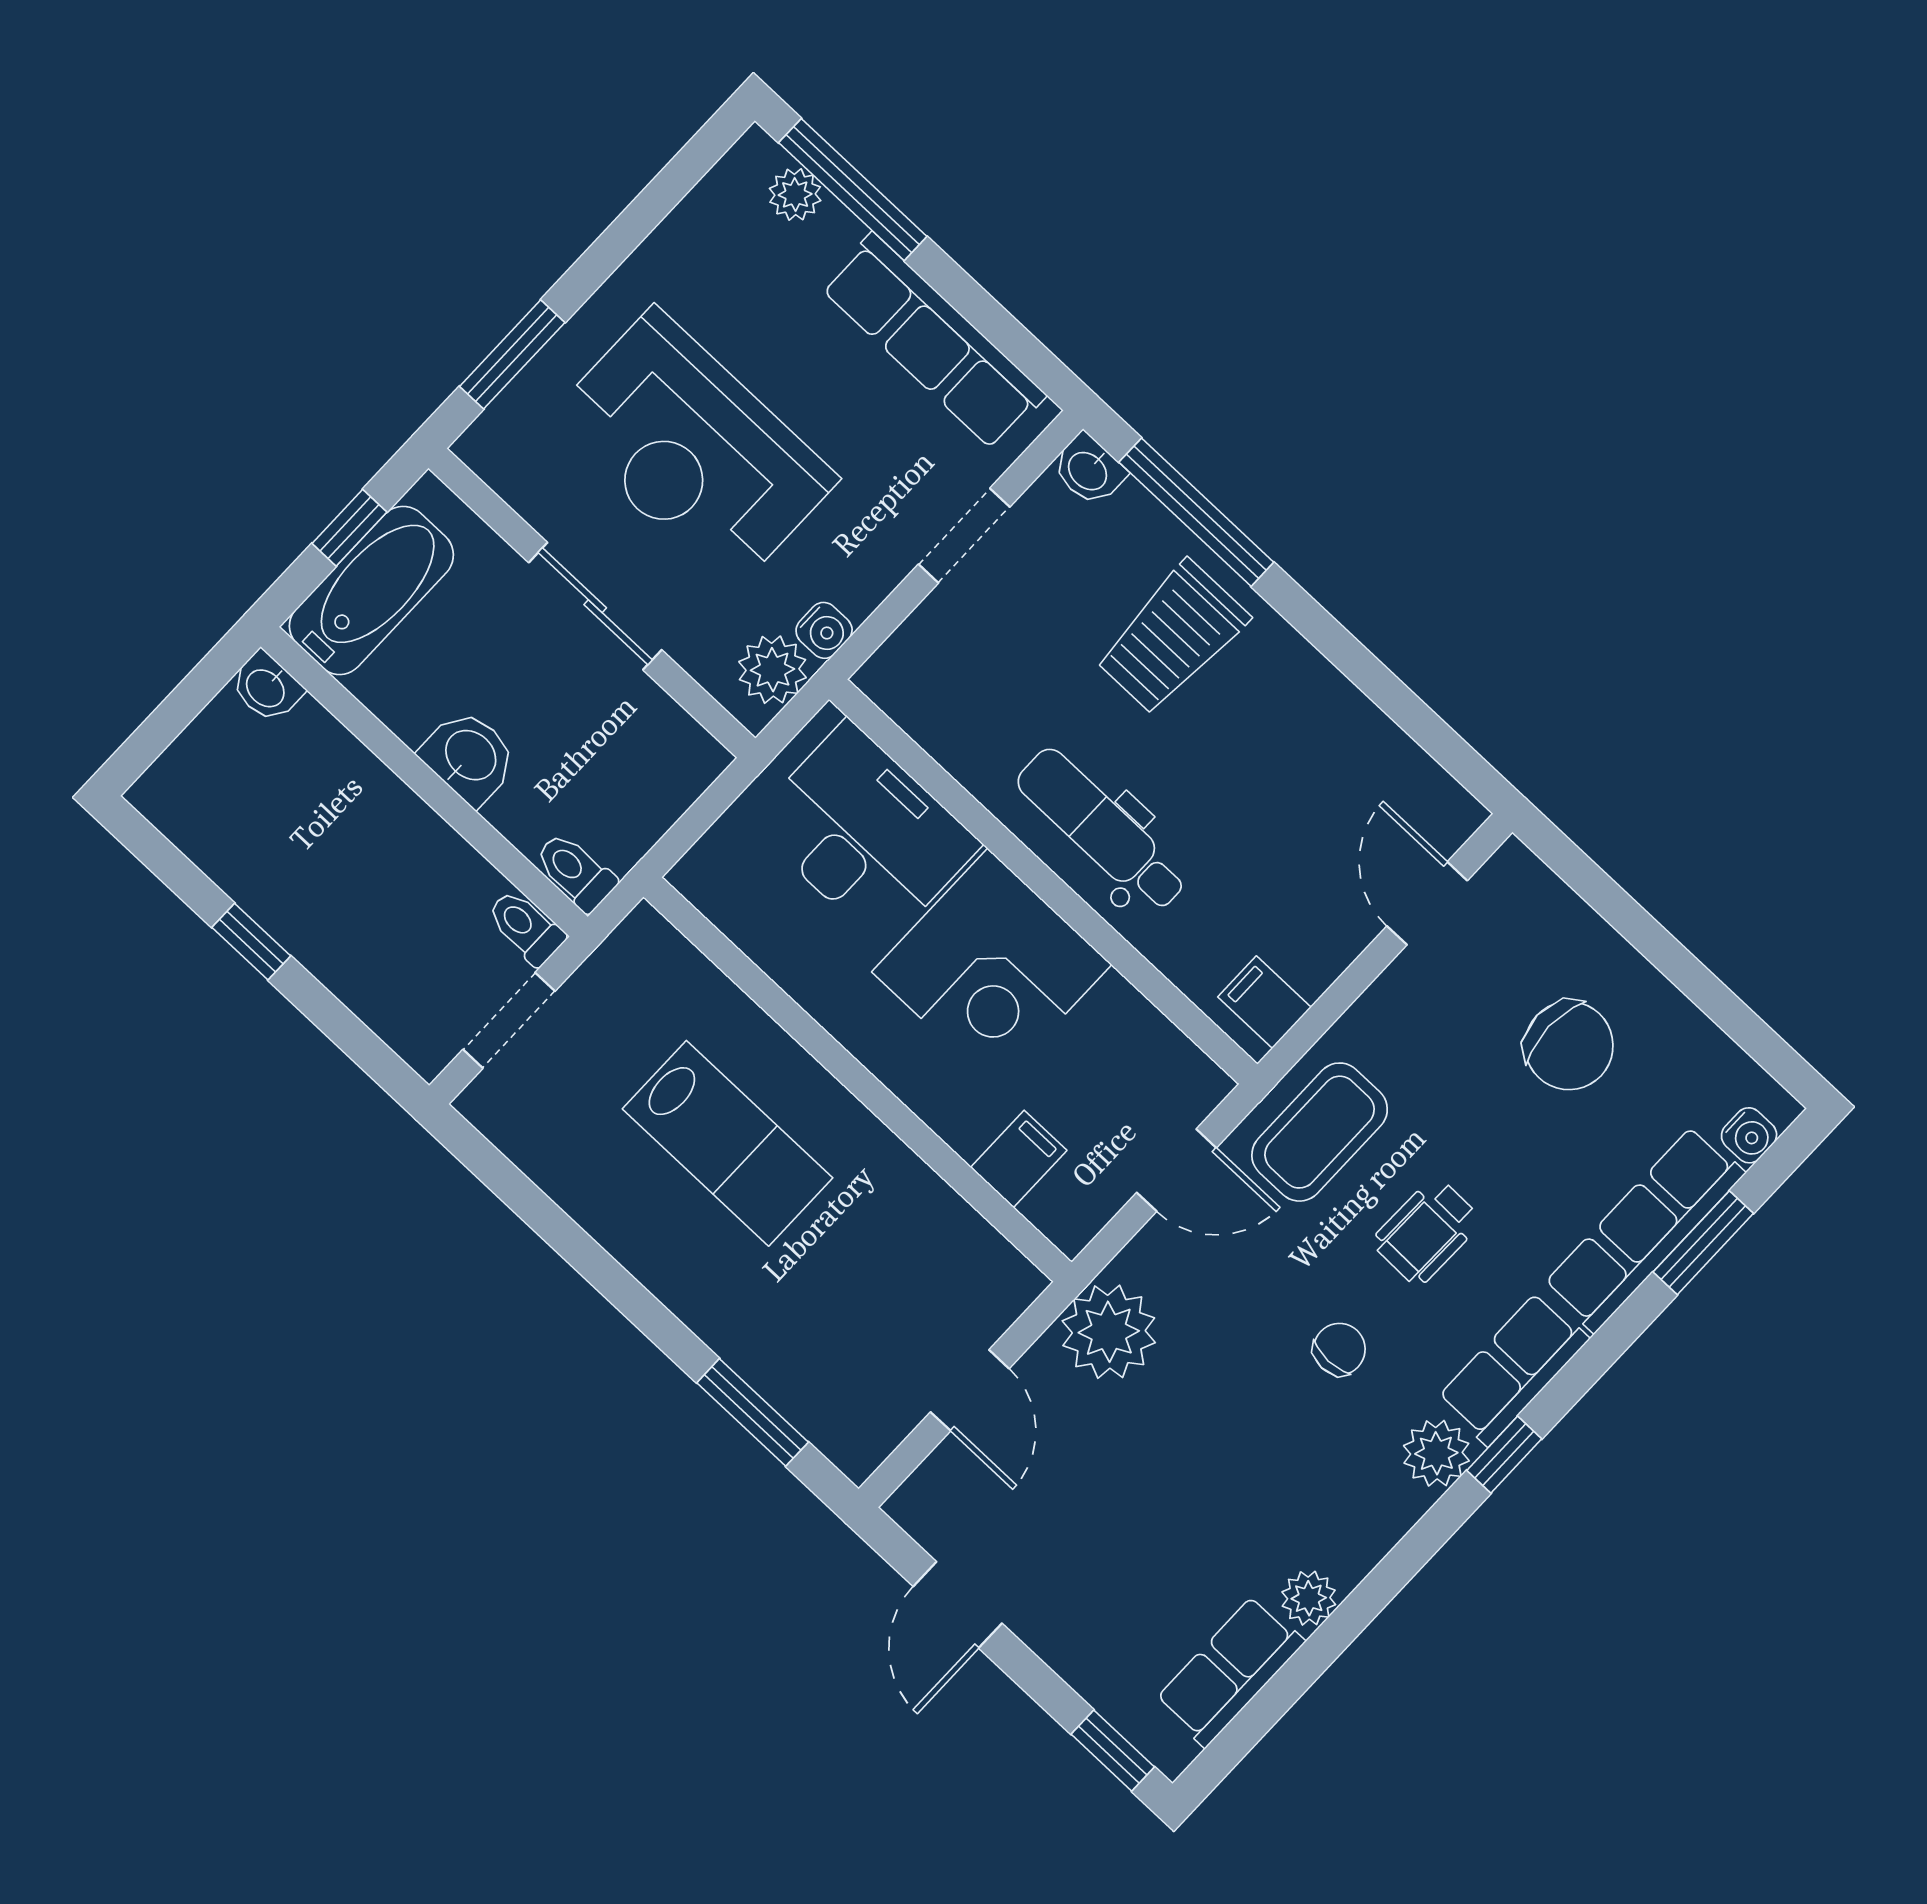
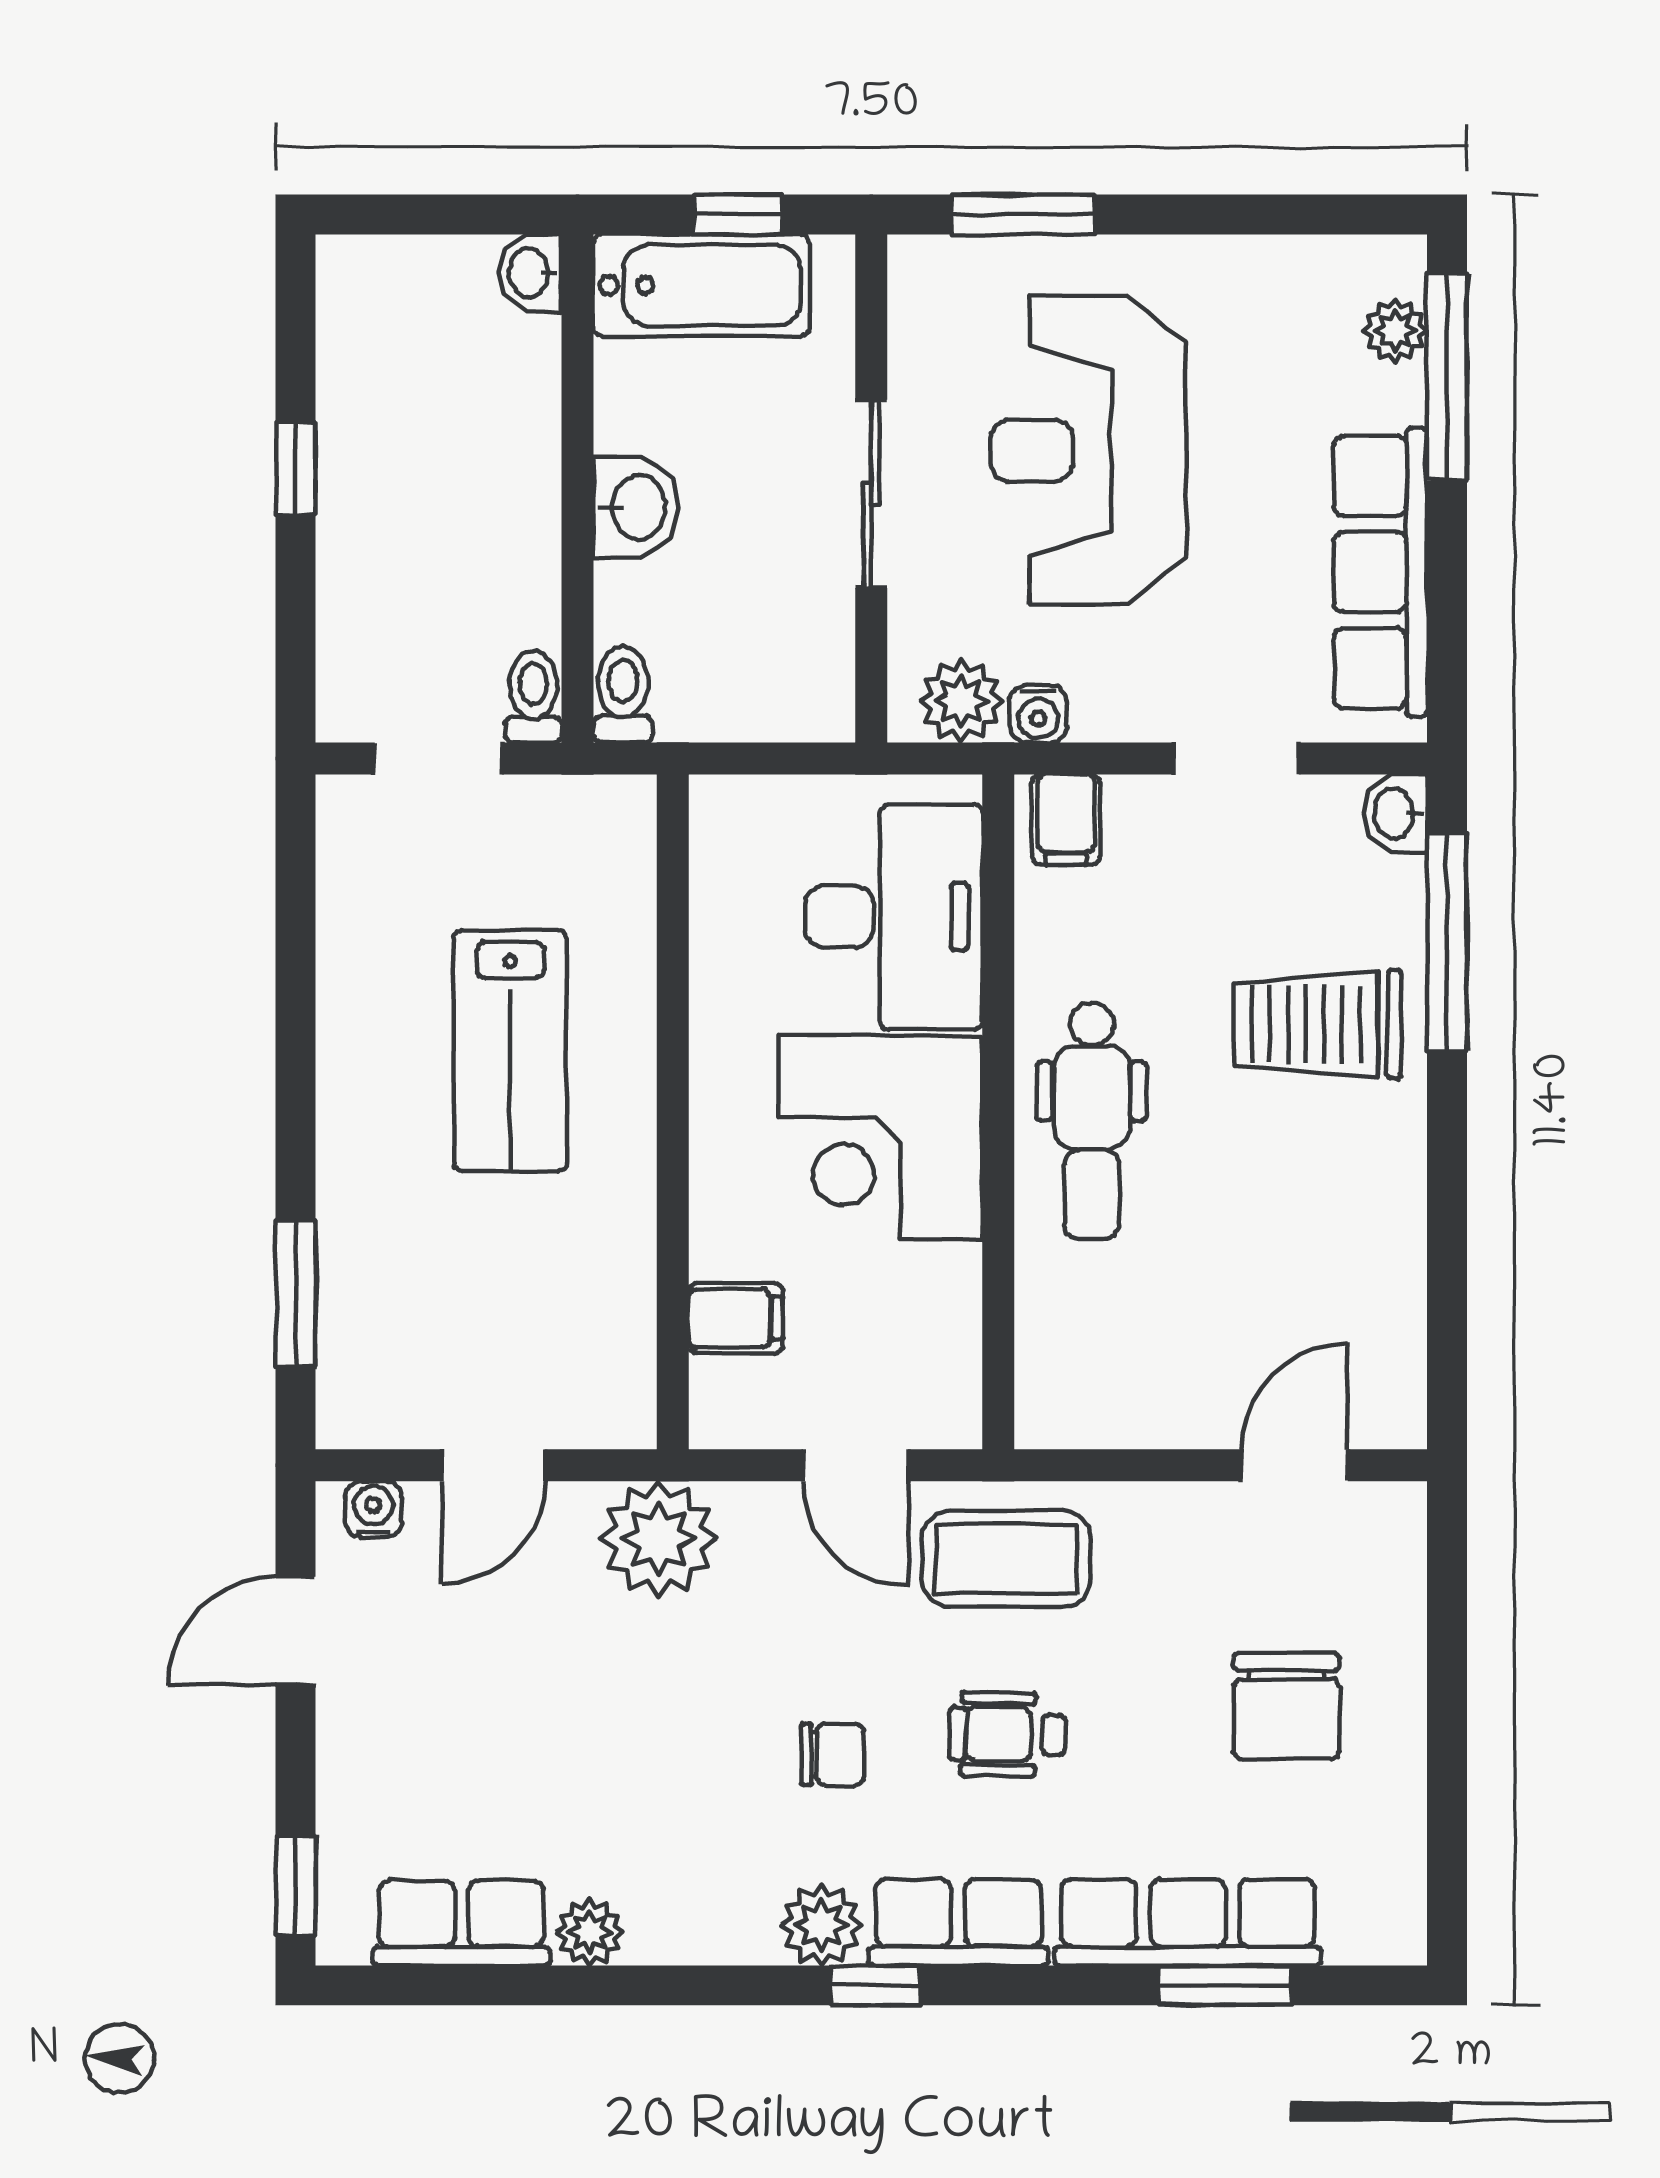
dental chair: (1102, 830) -> (1092, 1121), turned 180
filing cabinet: (1264, 1002) -> (1066, 820), moved, turned 180
water cooler: (1749, 1135) -> (374, 1509), moved, turned 180

